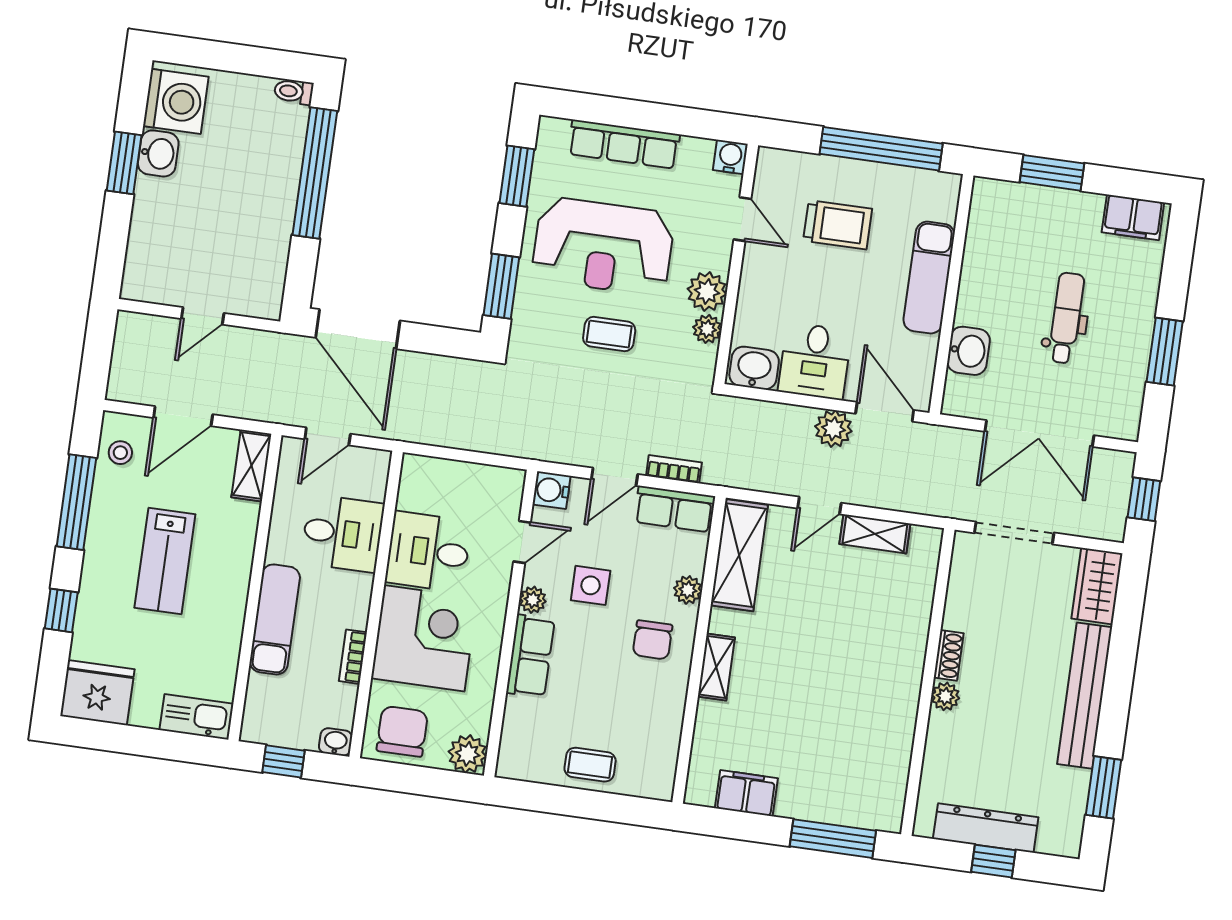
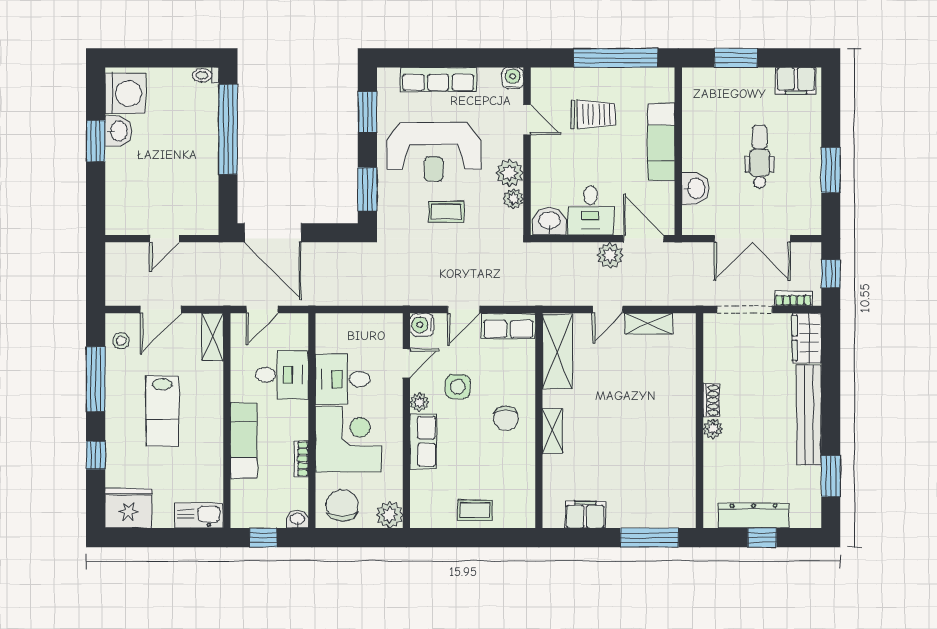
bookcase: (674, 469) -> (793, 299), moved
plant: (688, 590) -> (525, 380), removed

